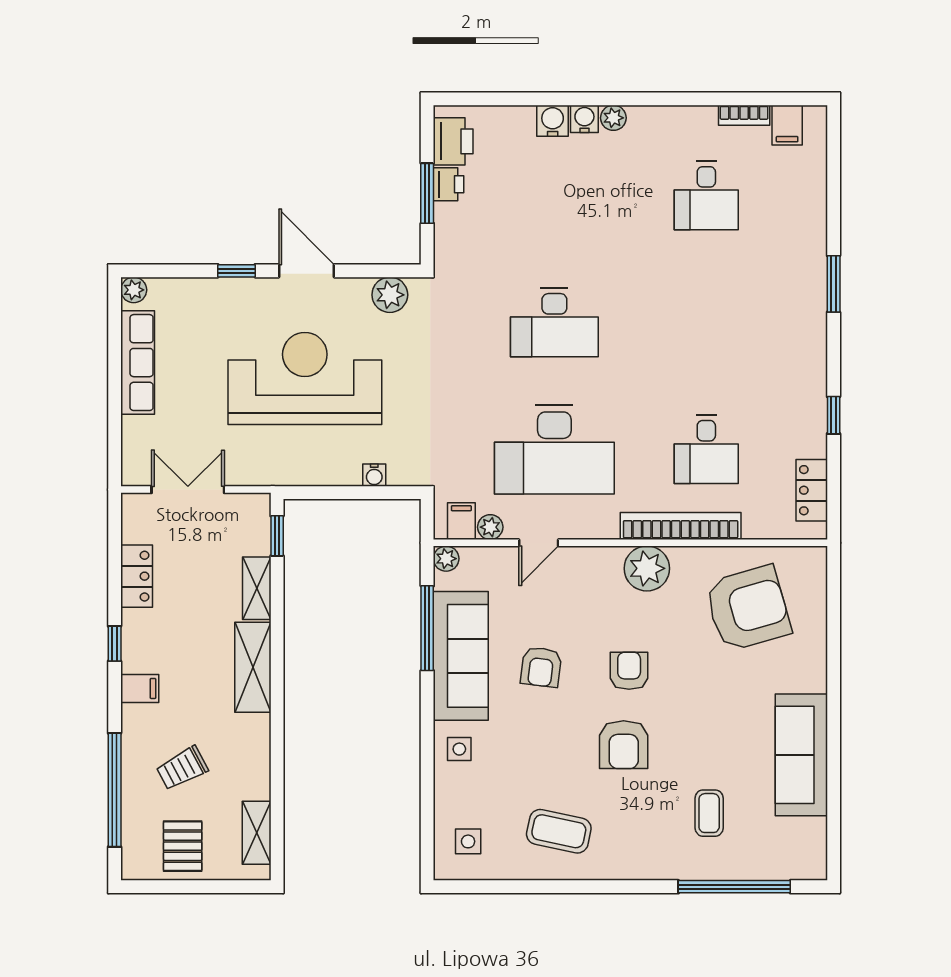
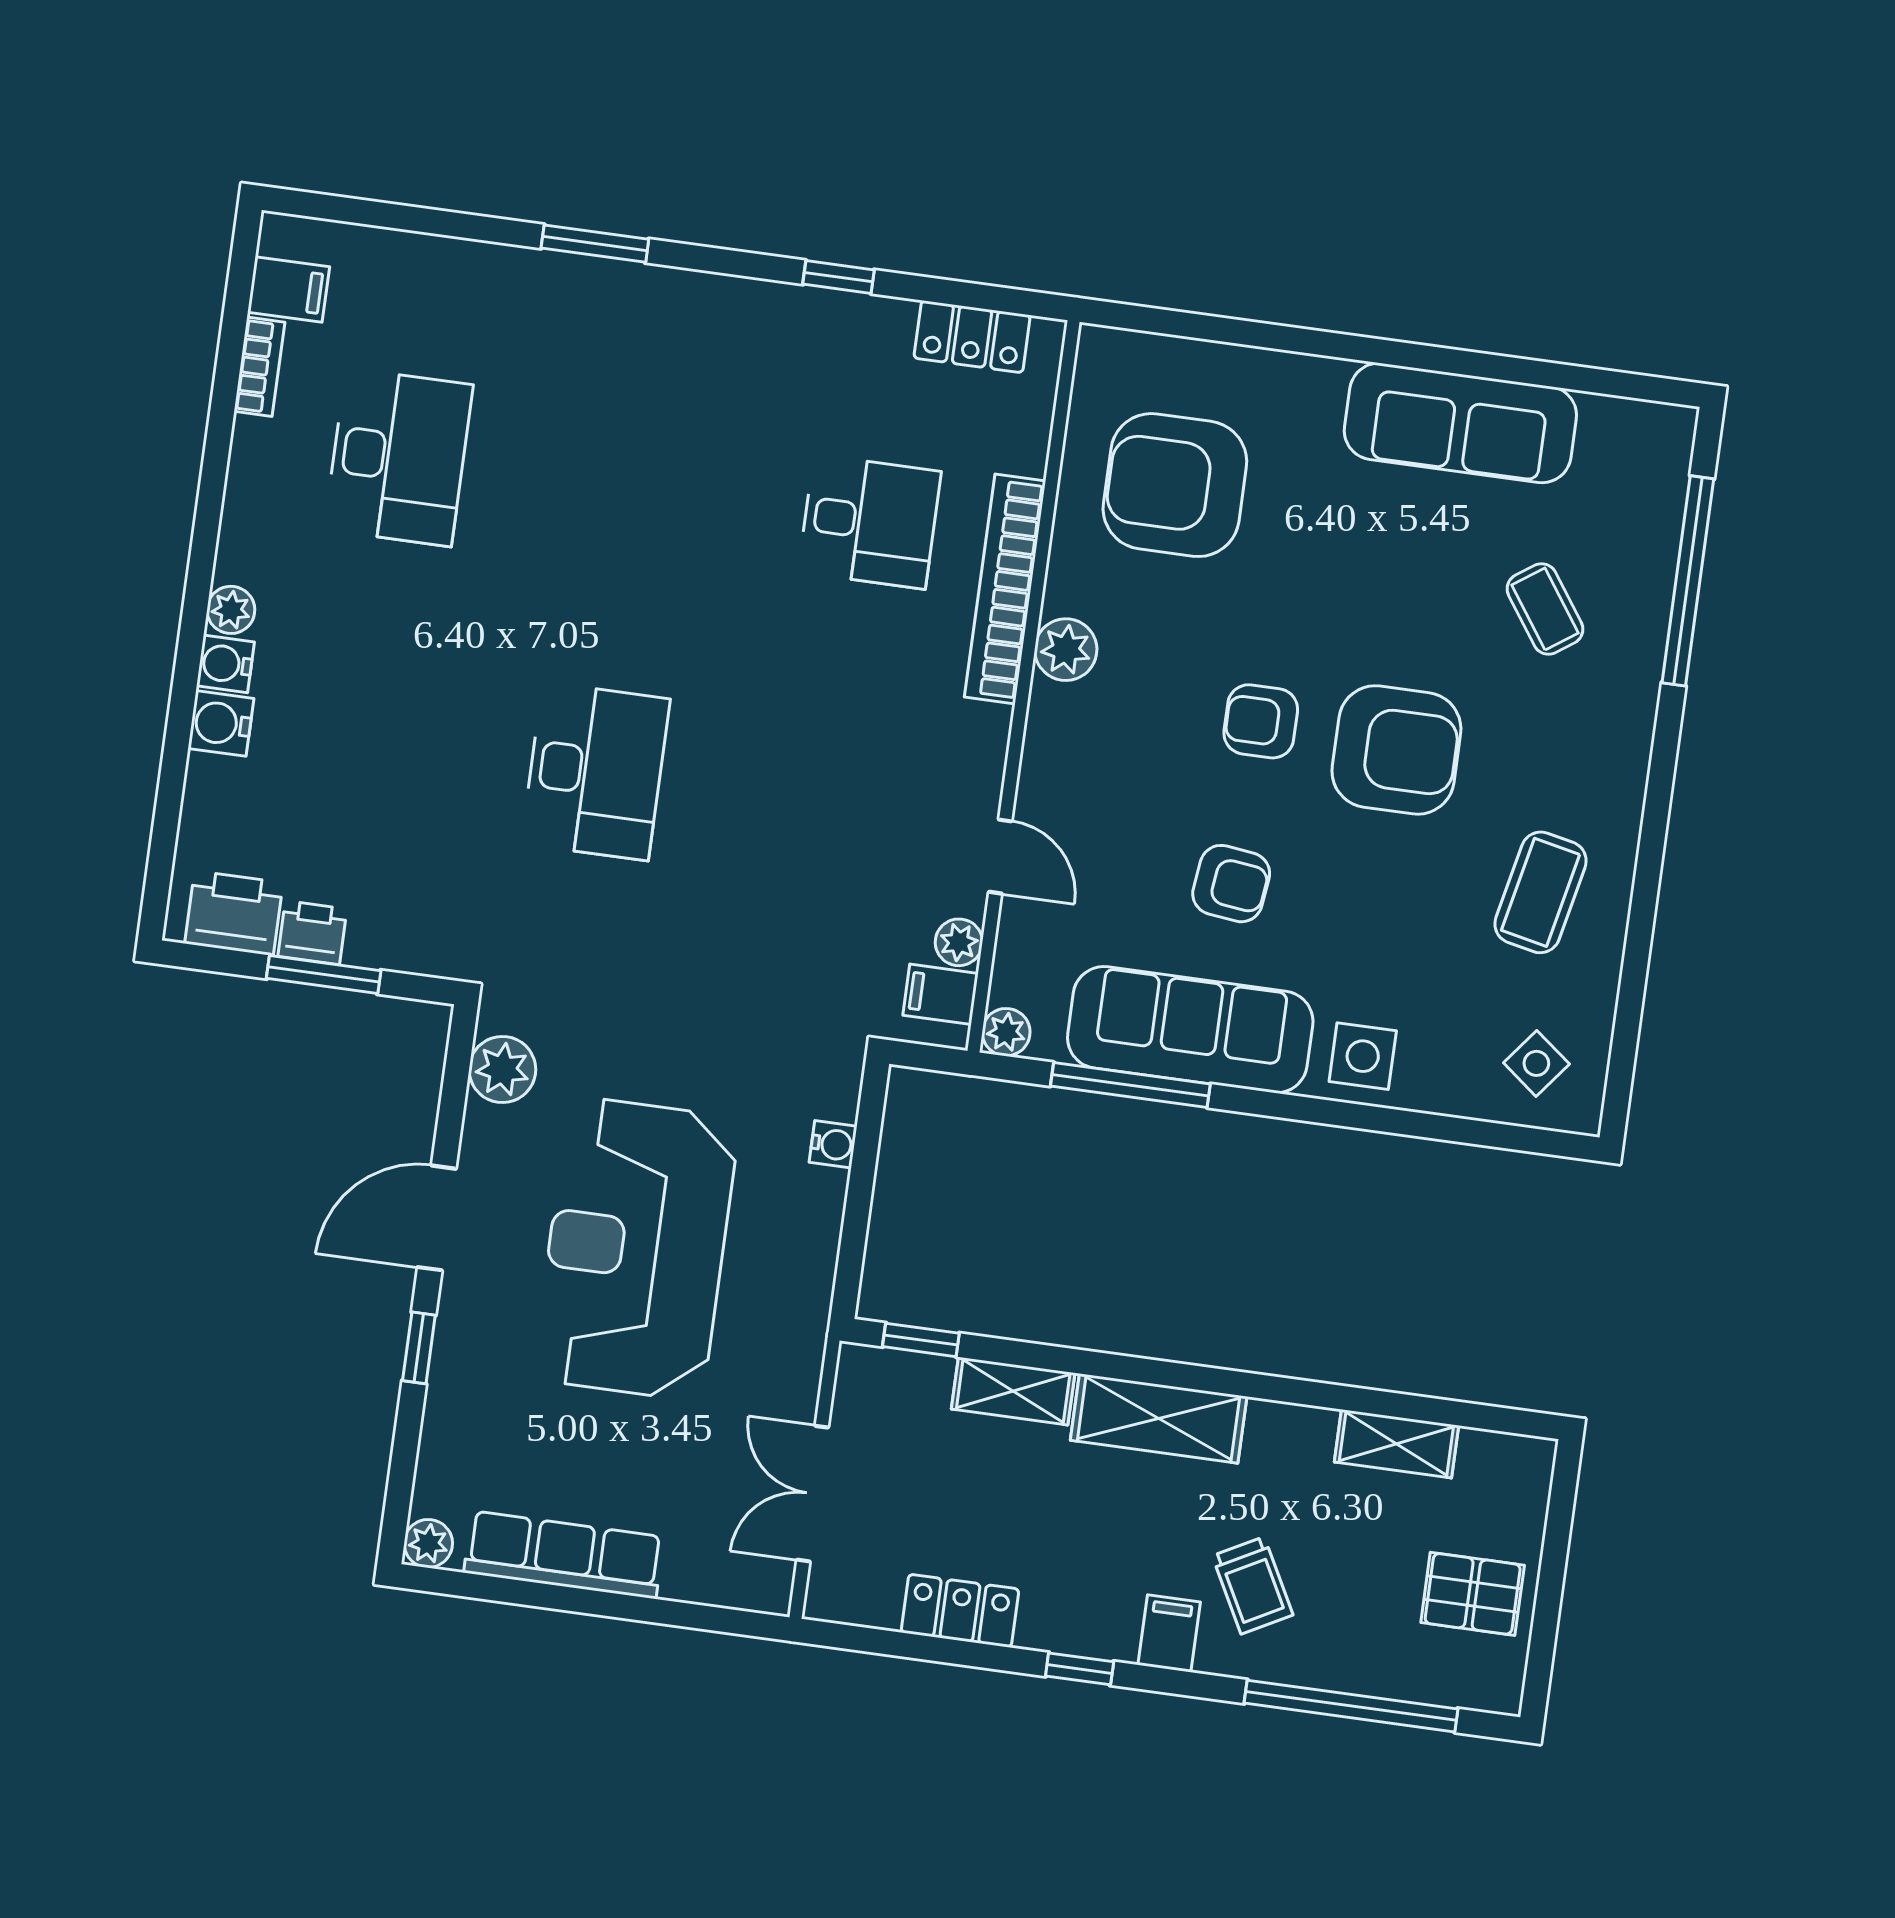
desk: (706, 195) -> (399, 457), width x1.37
desk: (554, 449) -> (831, 804), removed
plant: (647, 568) -> (1066, 650), width x0.73, depth x0.73
armchair: (748, 608) -> (1175, 485), turned -74
armchair: (624, 745) -> (1396, 750), width x1.36, depth x1.36
side table: (459, 749) -> (1363, 1056), width x1.37, depth x1.37
trolley: (182, 768) -> (1253, 1585), moved
coffee table: (709, 813) -> (1545, 609), turned 55
shelving: (257, 833) -> (1396, 1444), moved
side table: (468, 841) -> (1536, 1063), turned 38

